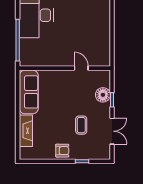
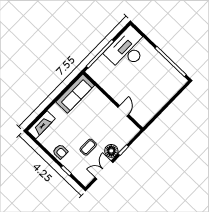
floor lamp: (103, 95) -> (111, 151), moved
fireplace: (26, 131) -> (41, 125), moved
double door: (112, 131) -> (104, 170), swing flipped

